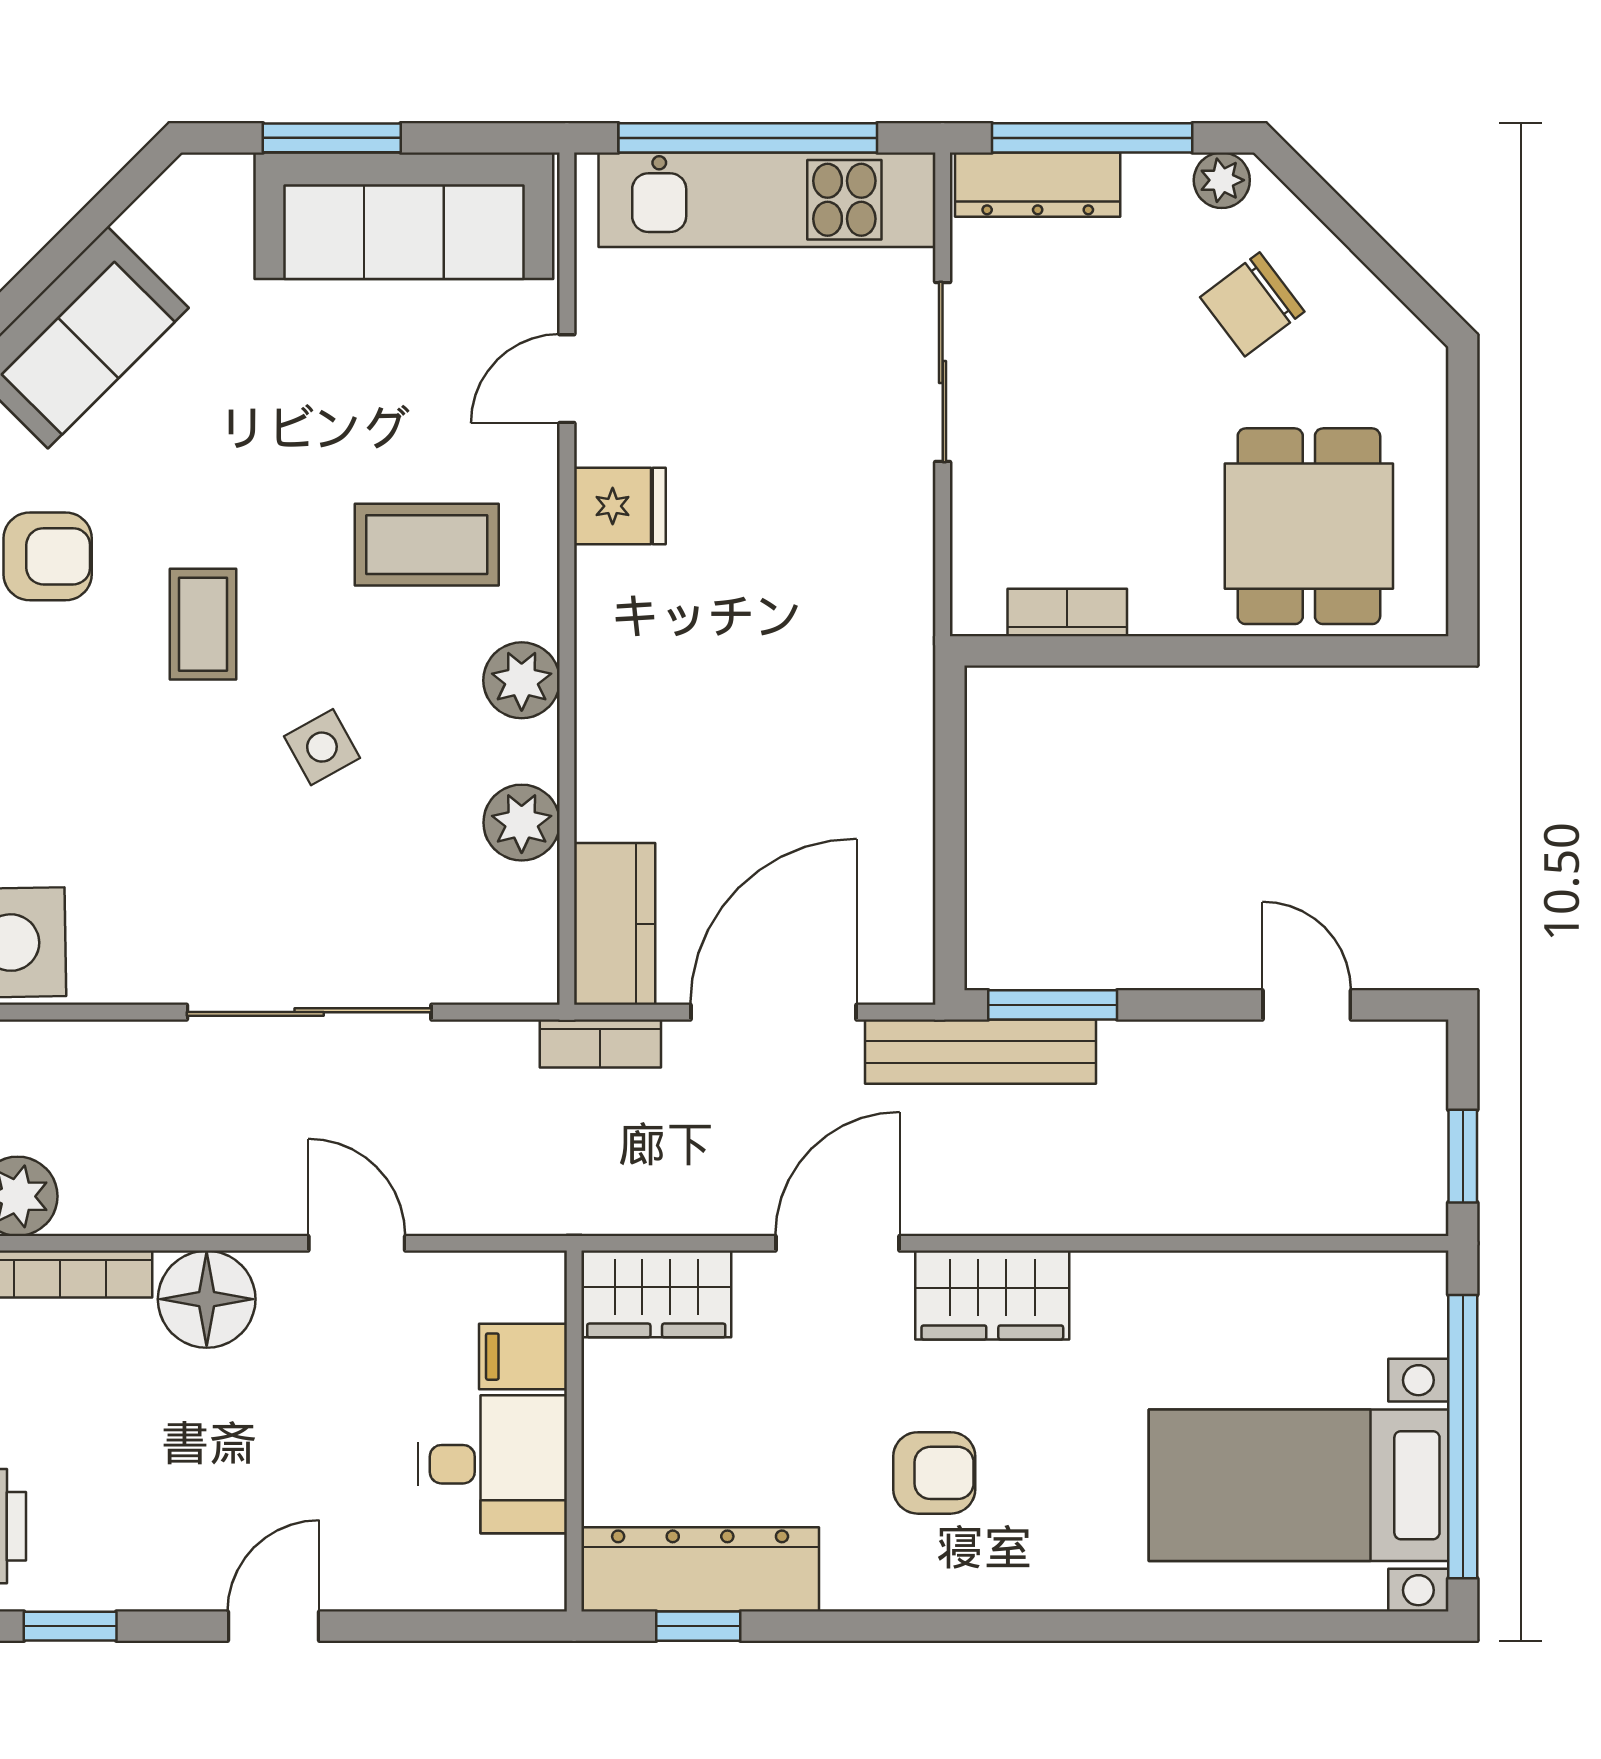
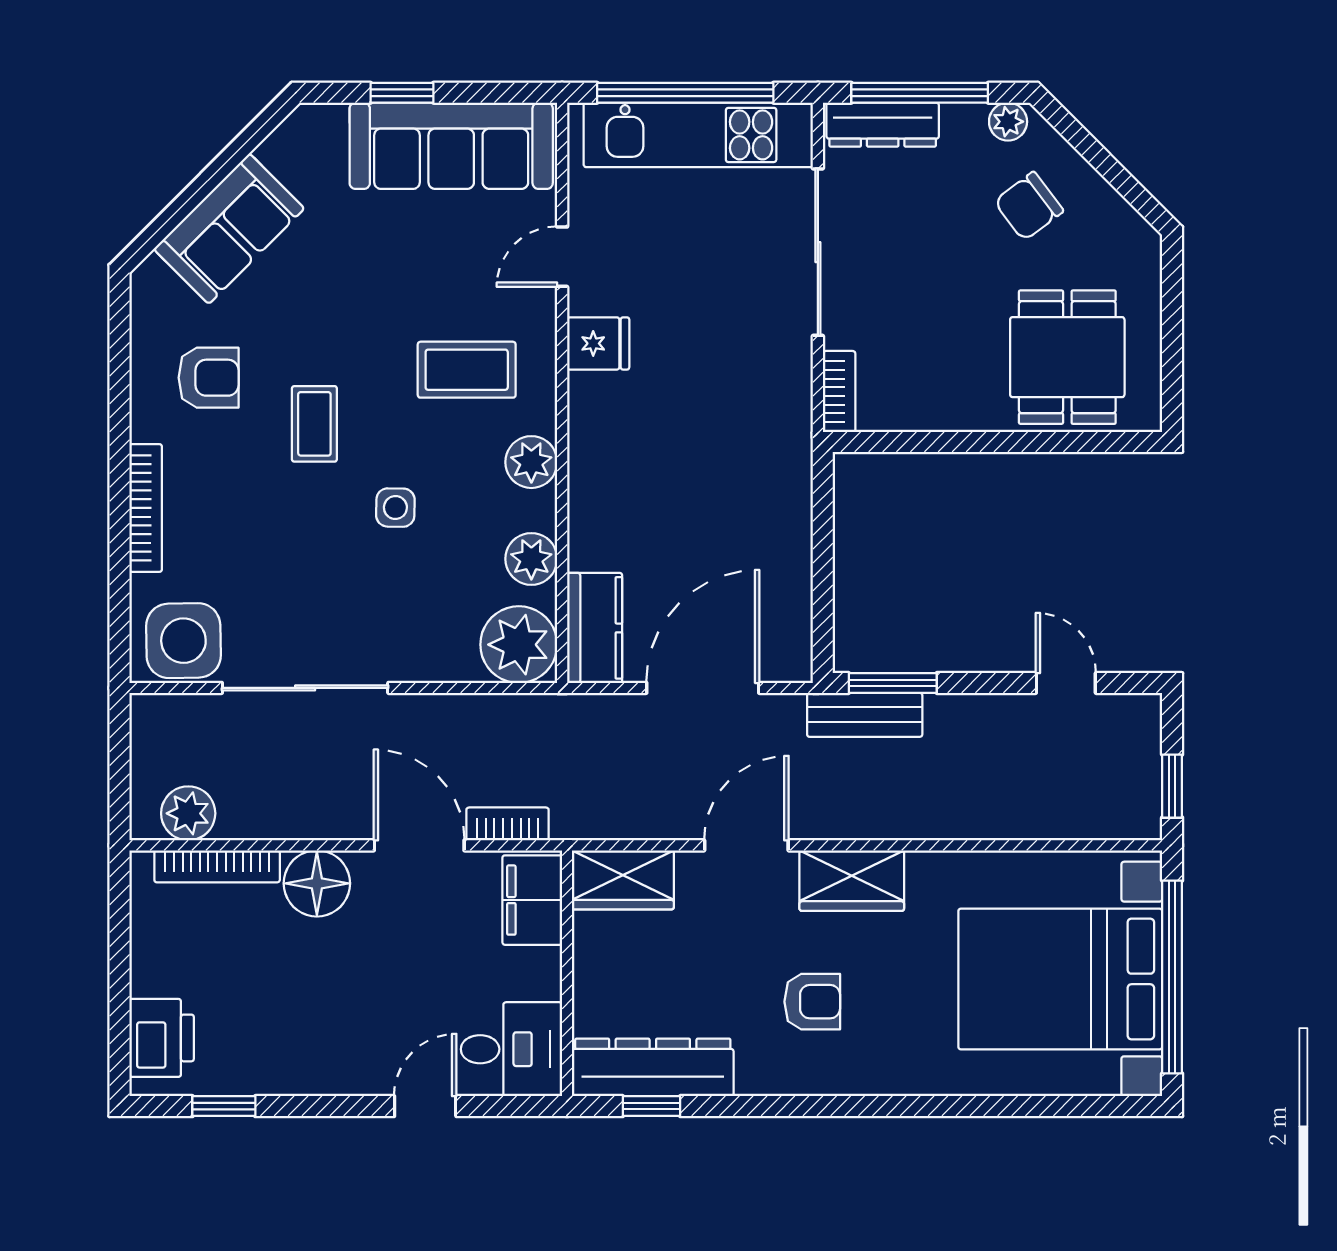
window: (332, 138) -> (402, 93), width x0.67
sliding door: (943, 372) -> (818, 252), width x1.37
bookcase: (1067, 613) -> (839, 392), moved, turned 90
side table: (322, 747) -> (395, 508), turned 30
plant: (503, 948) -> (519, 645), added
sliding door: (309, 1012) -> (305, 688), moved
bookcase: (600, 1043) -> (508, 824), moved, turned 180
bench: (981, 1052) -> (865, 715), width x0.73
door: (357, 1243) -> (419, 845), width x1.37
filing cabinet: (523, 1357) -> (532, 900), width x2.00
desk: (492, 1464) -> (511, 1049), moved
bed with nightstands: (1299, 1485) -> (1060, 979), width x1.36
door: (273, 1626) -> (425, 1106), moved

